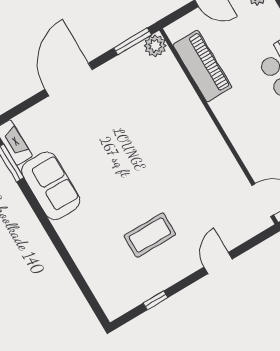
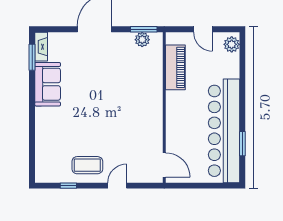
plant: (155, 46) -> (142, 40), moved
coffee table: (150, 235) -> (87, 165), moved

